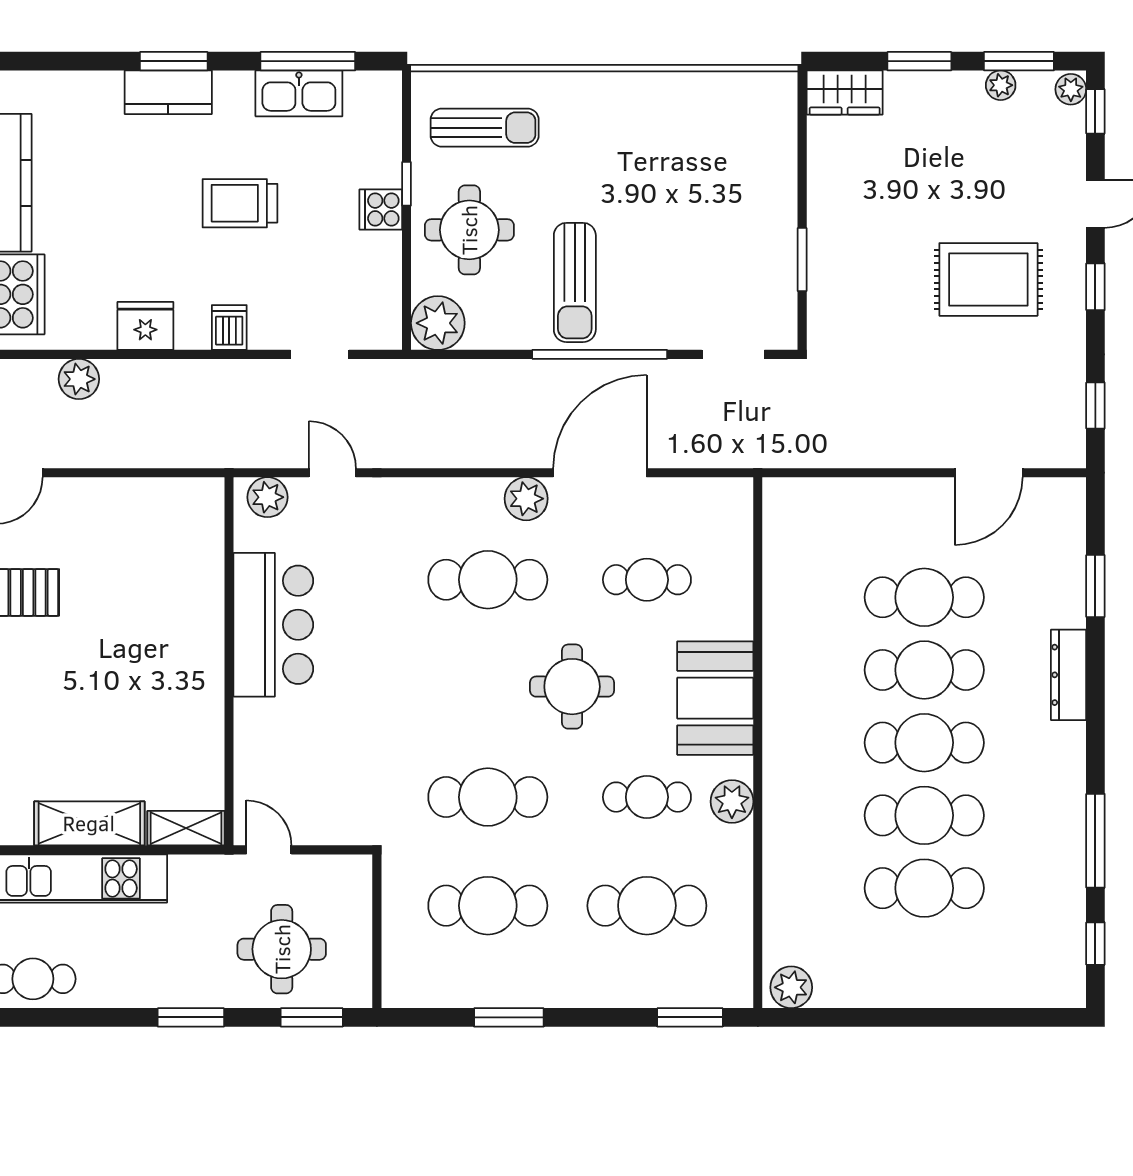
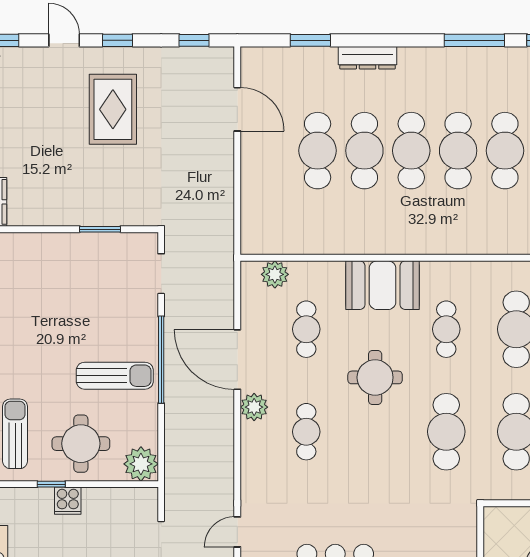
cafe table: (488, 580) -> (306, 432), width x0.73, depth x0.74
plant: (732, 802) -> (275, 274), moved

